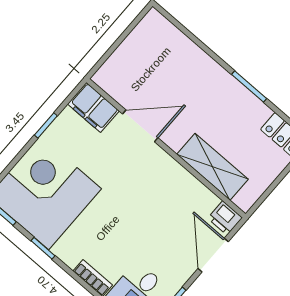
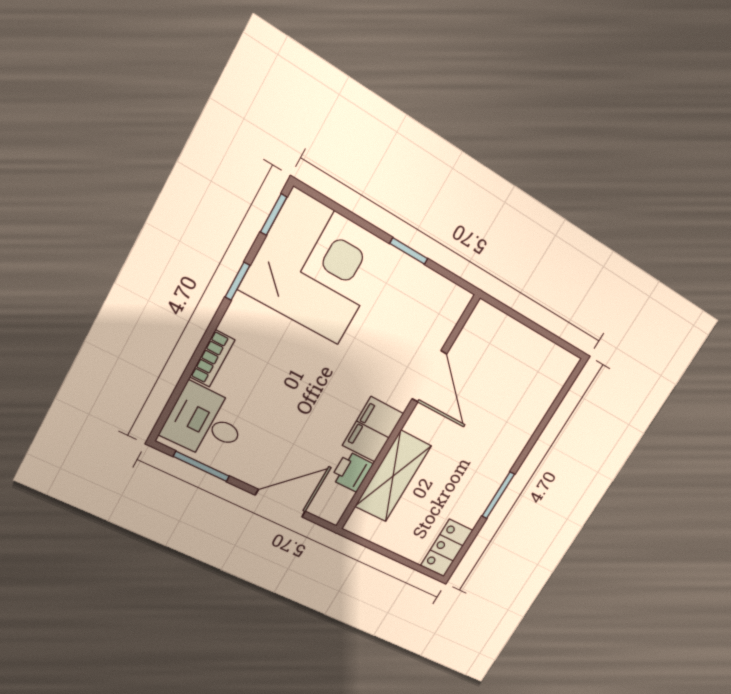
filing cabinet: (93, 108) -> (373, 429), moved
printer: (225, 218) -> (352, 472), moved

